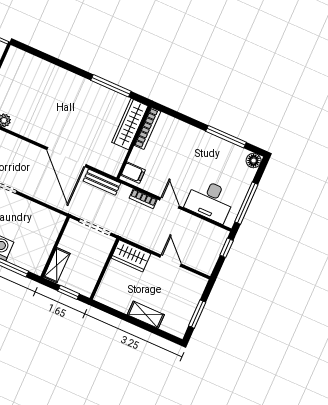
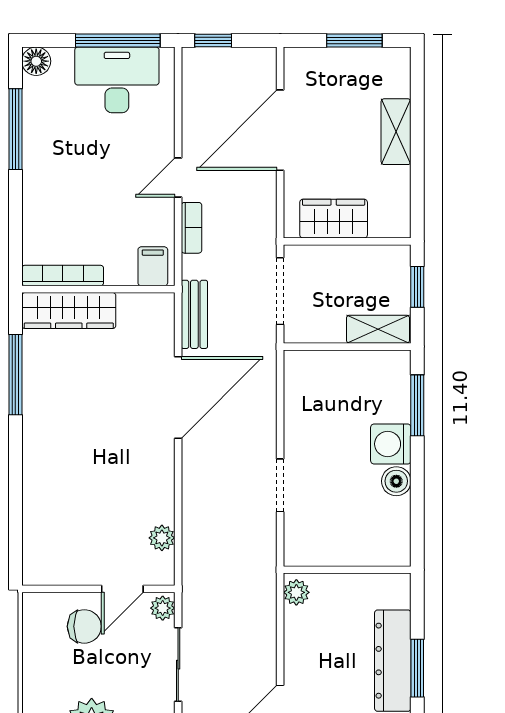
desk: (210, 201) -> (117, 80), moved, turned -90
wardrobe: (131, 256) -> (334, 219), moved, turned -90
door: (171, 261) -> (280, 130), width x1.88

